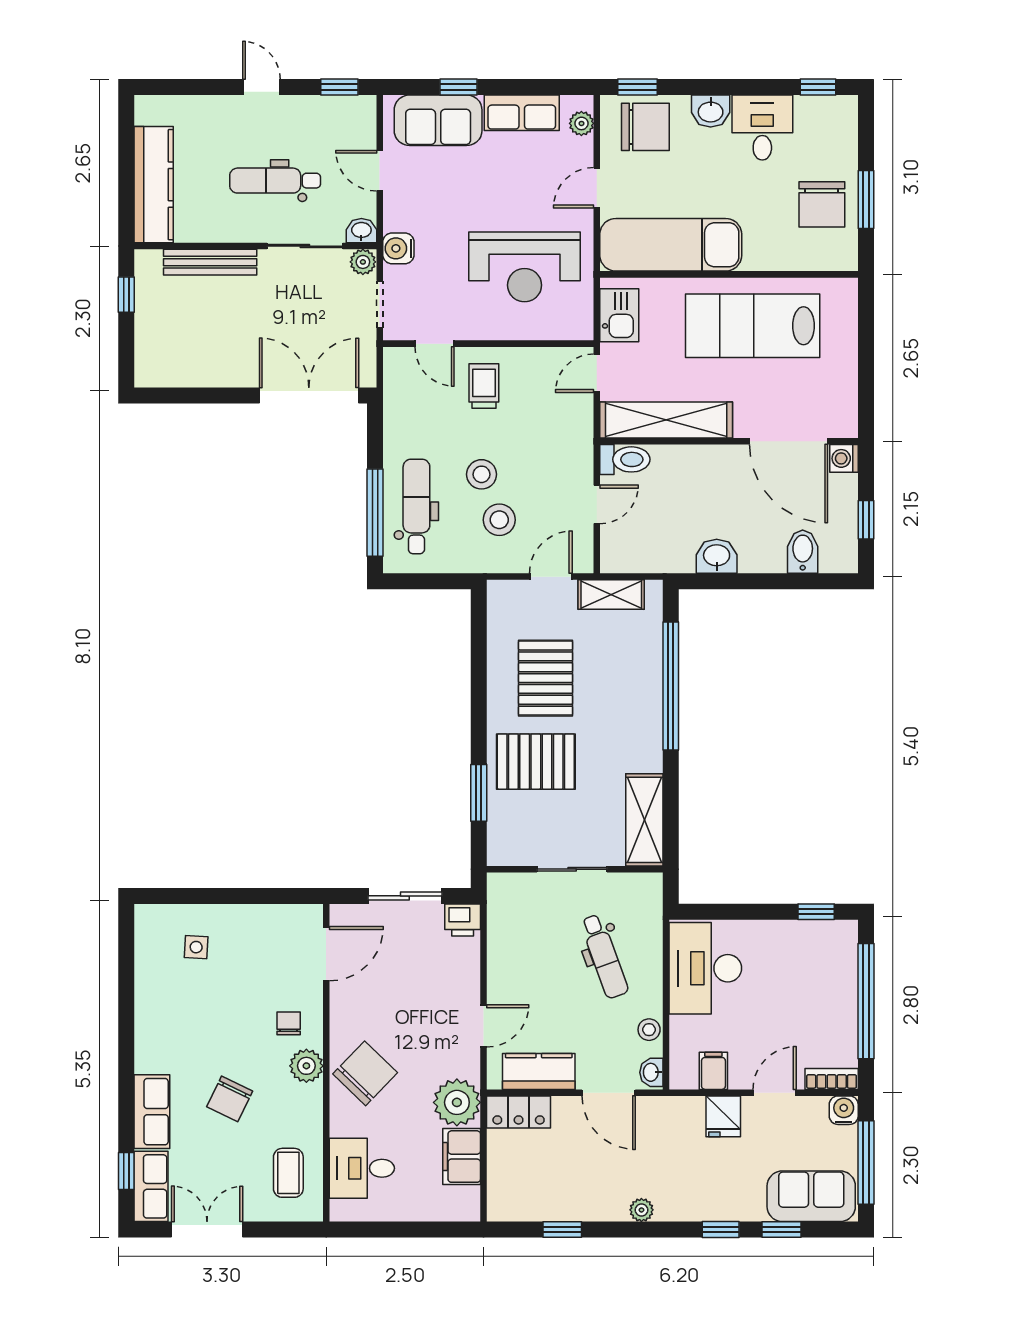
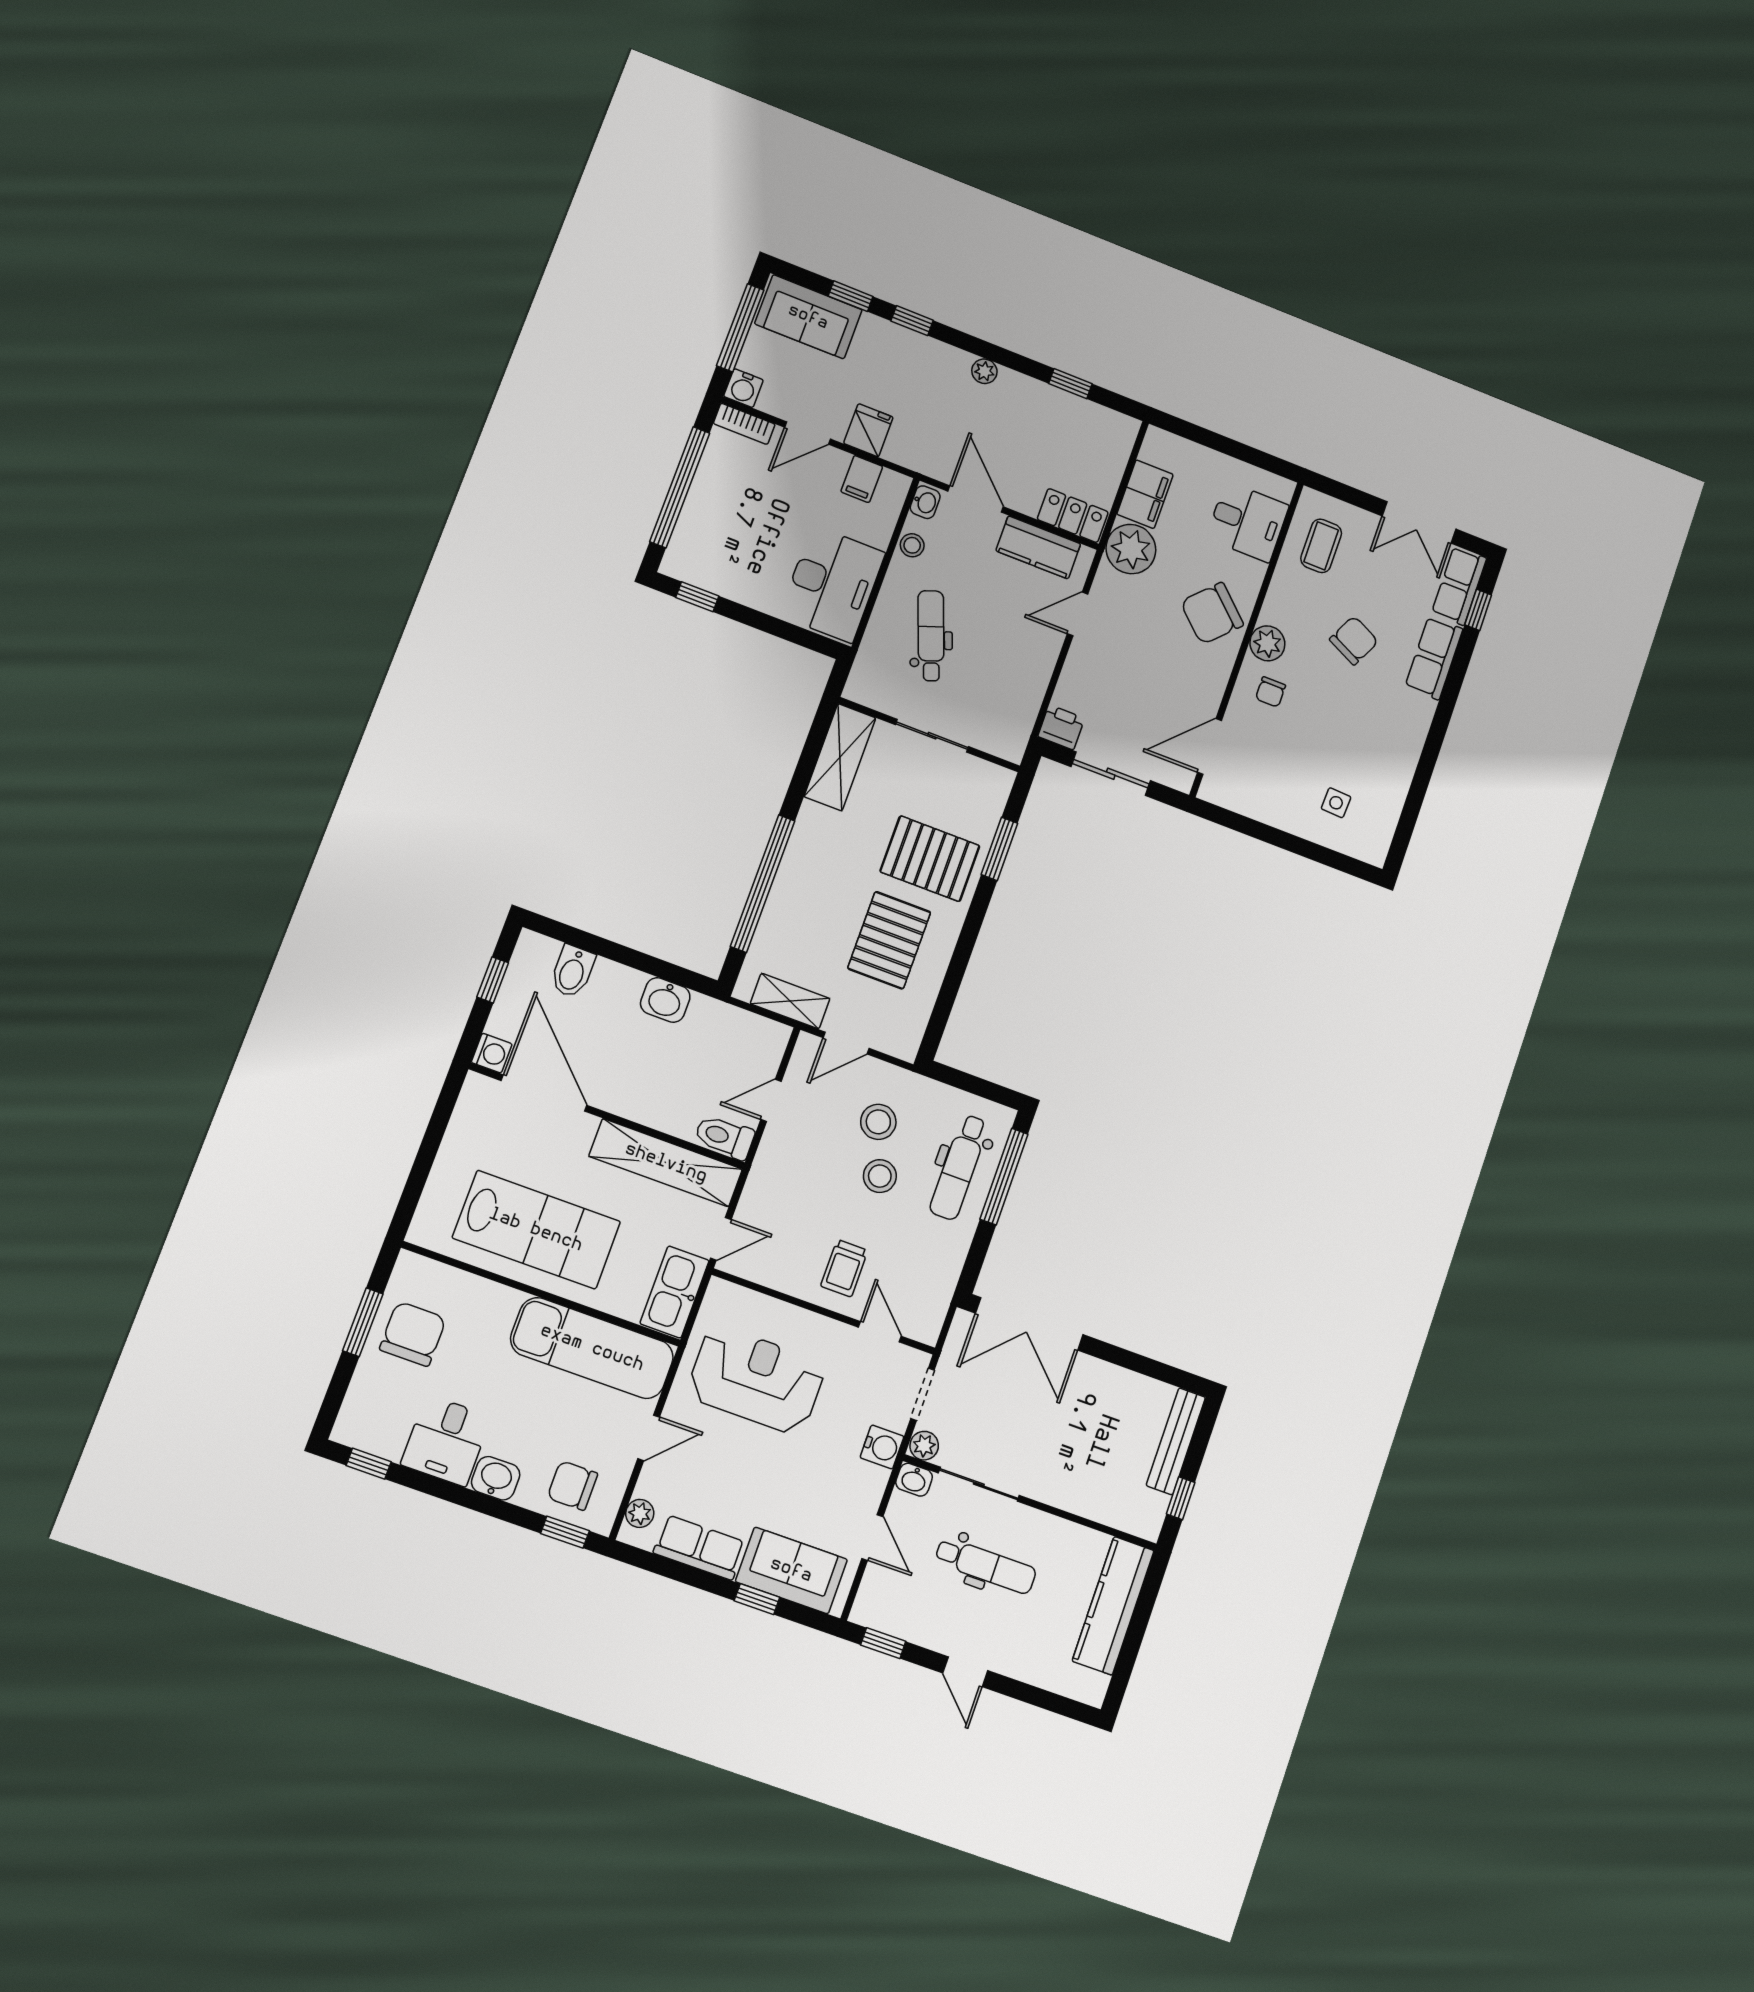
chair: (645, 127) -> (572, 1486), width x0.73, depth x0.73
bench: (210, 262) -> (1176, 1441), moved, turned 90
kitchen sink: (619, 315) -> (675, 1292), width x1.38

